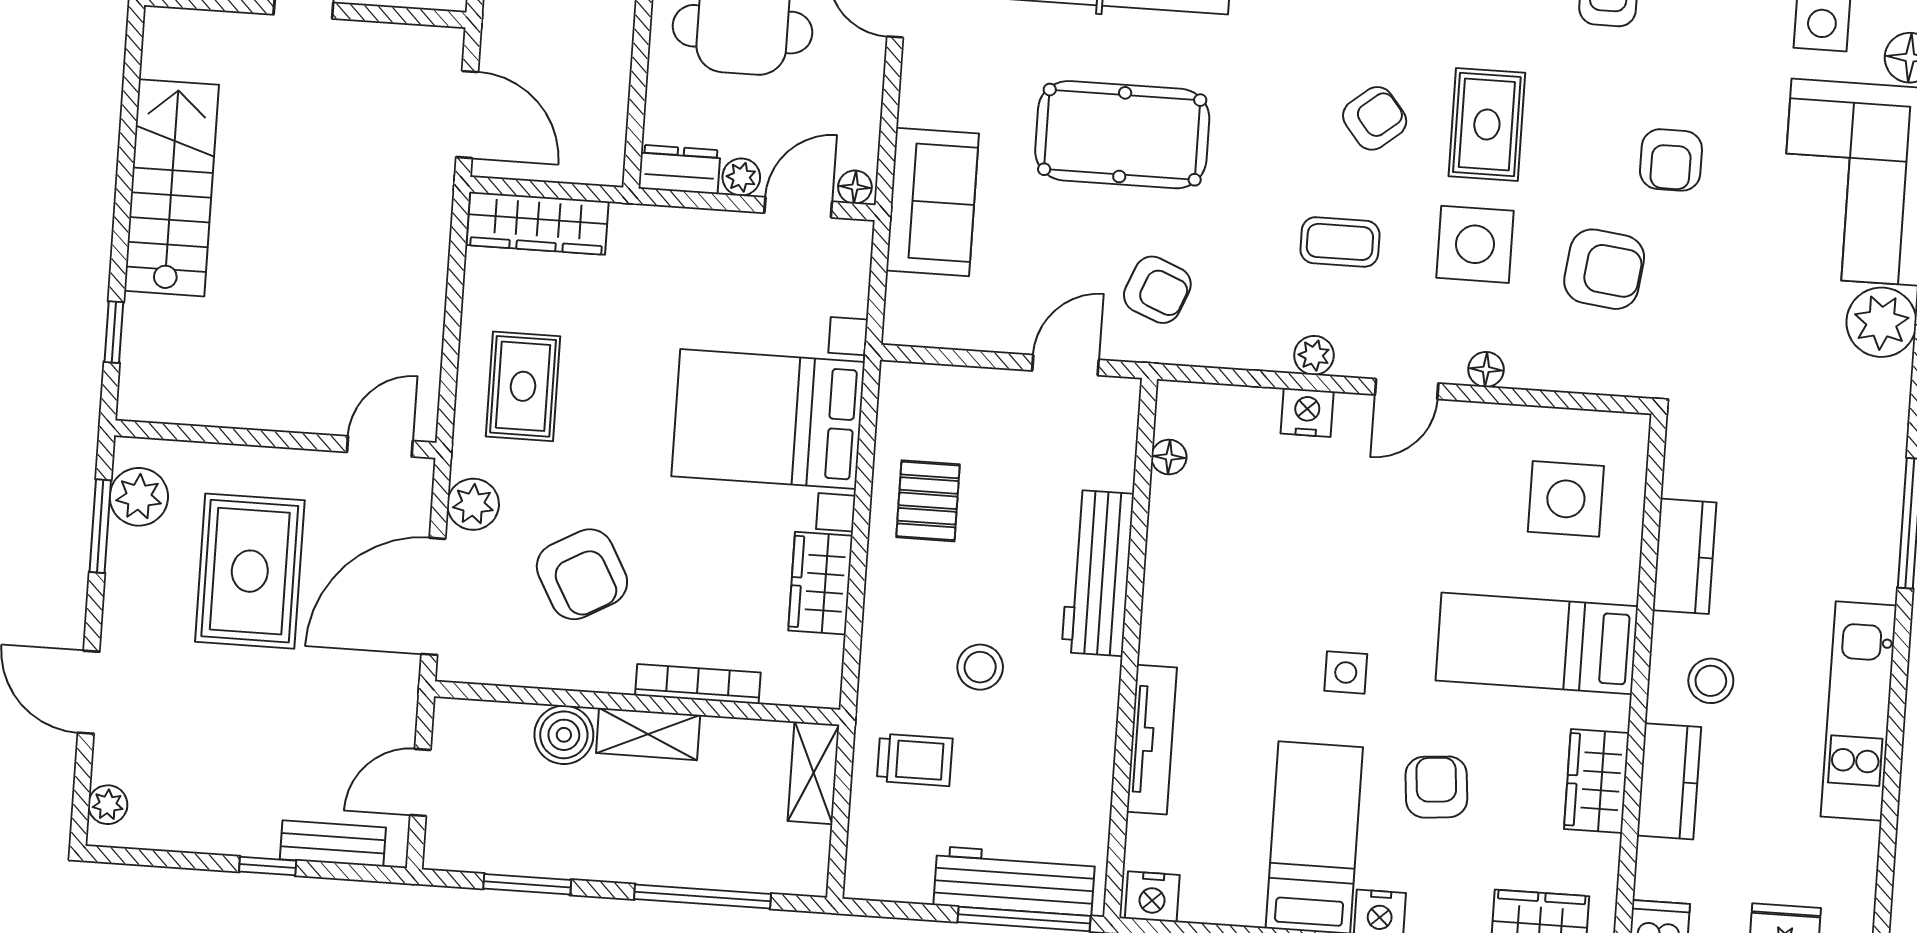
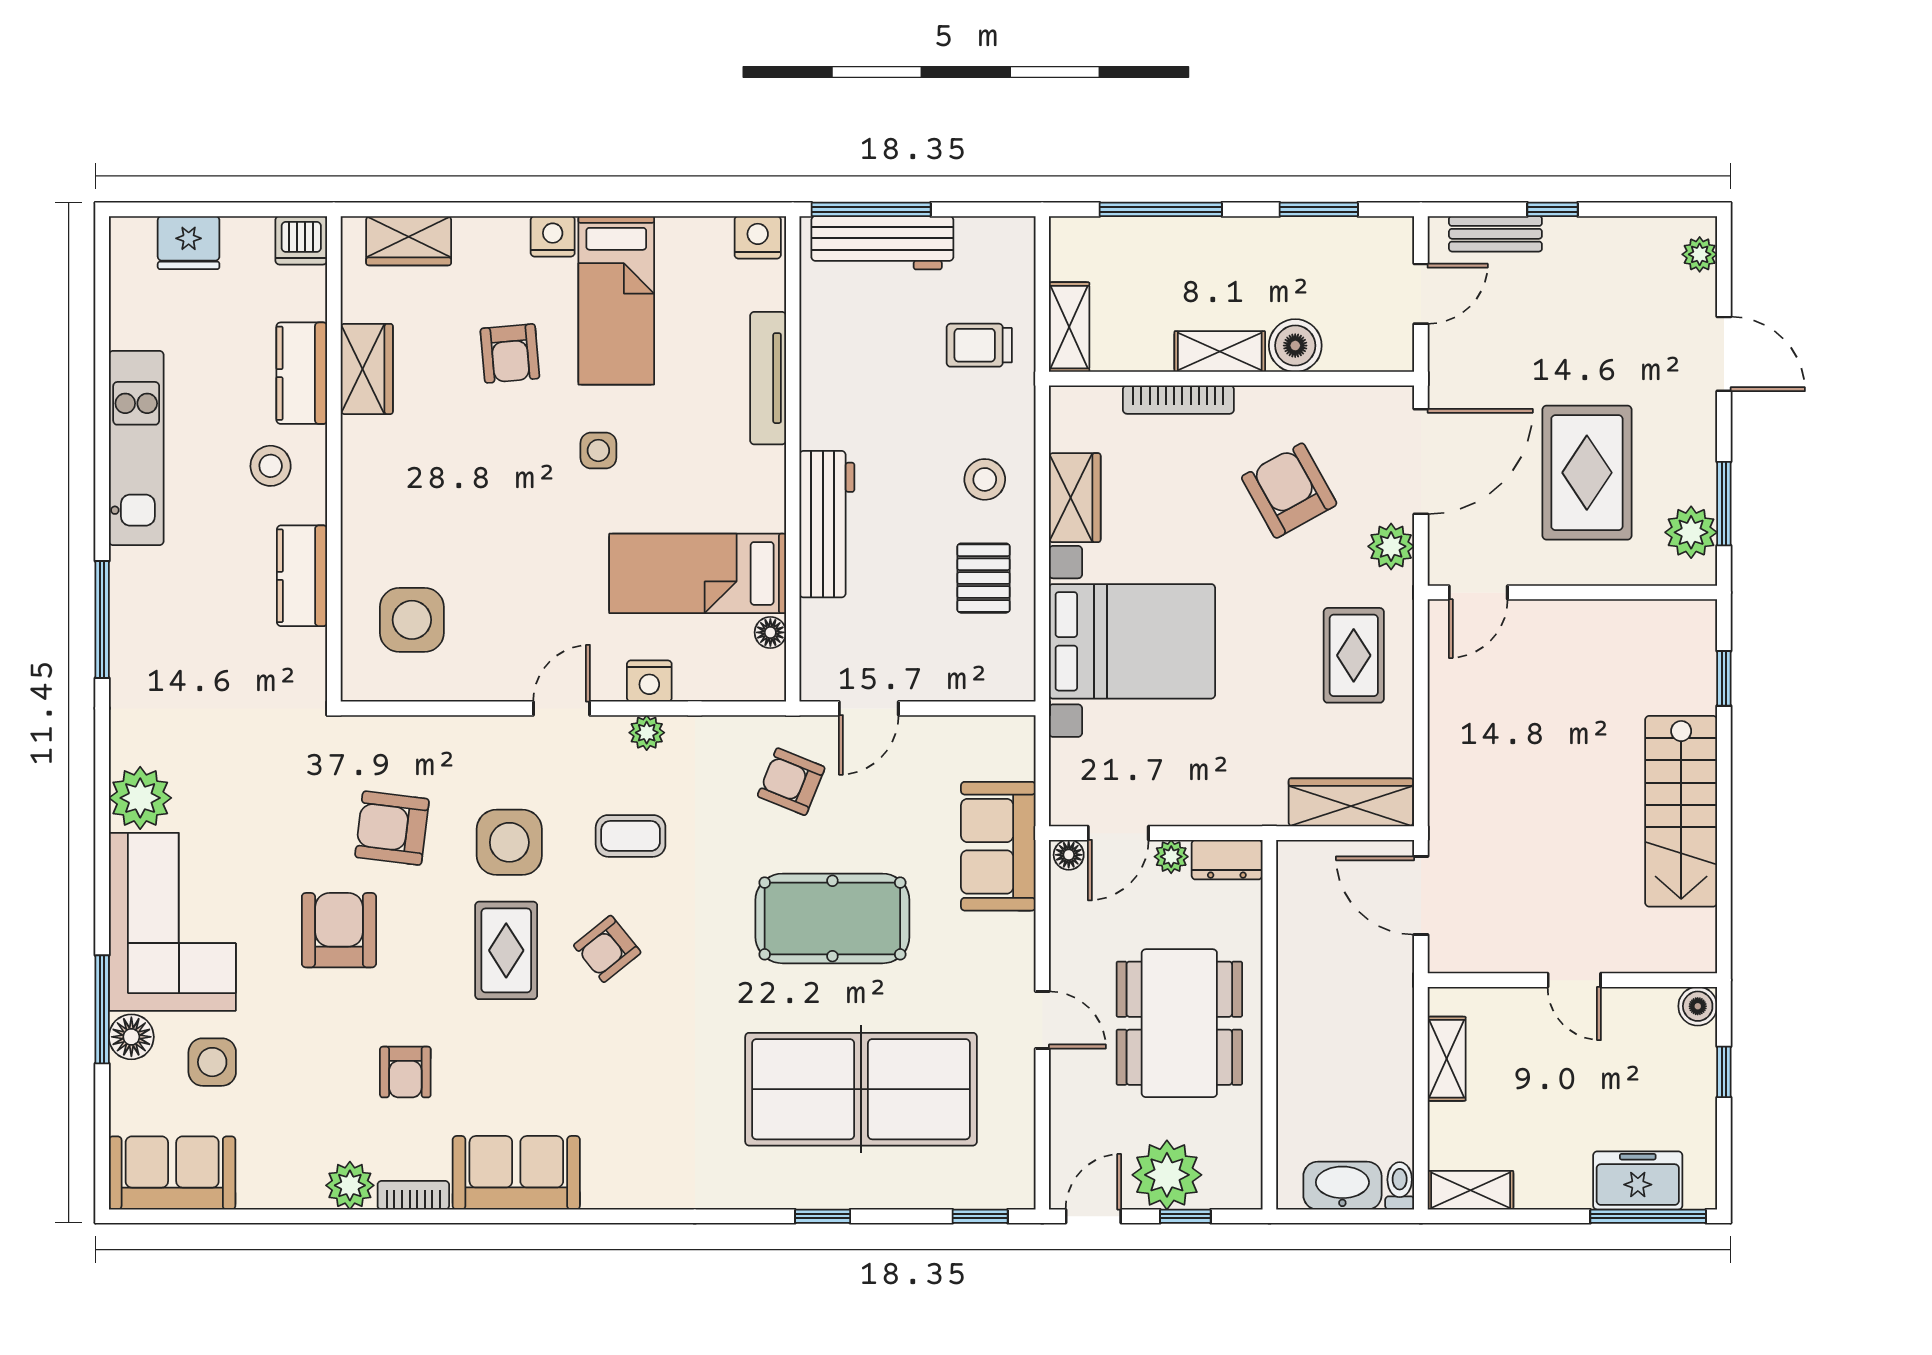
armchair: (1671, 160) -> (339, 930), width x1.38, depth x1.38
floor lamp: (1486, 369) -> (492, 731), removed
bed: (1537, 643) -> (698, 573), moved, turned 180
stool: (980, 667) -> (985, 479), moved

